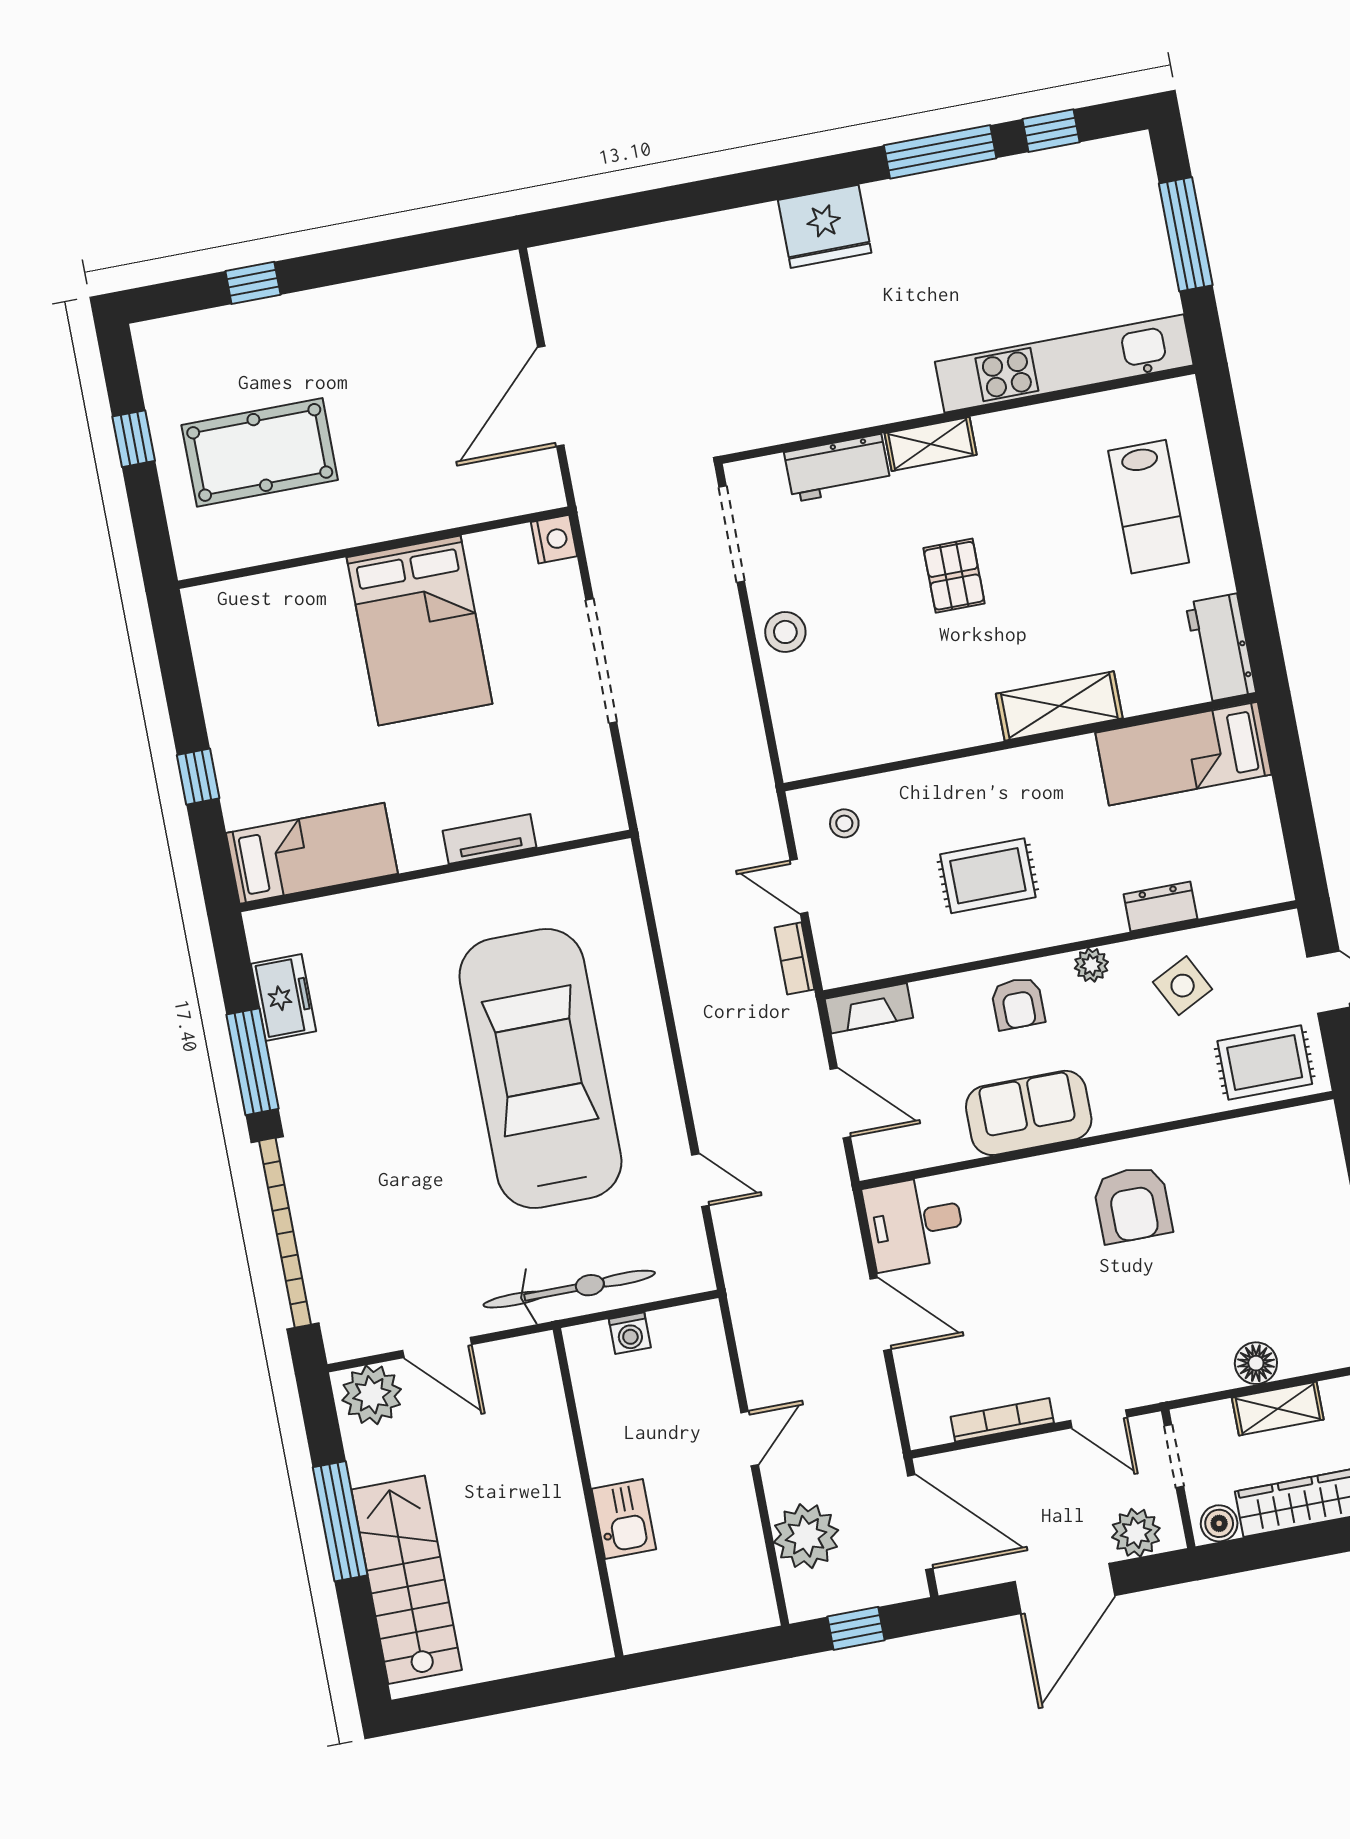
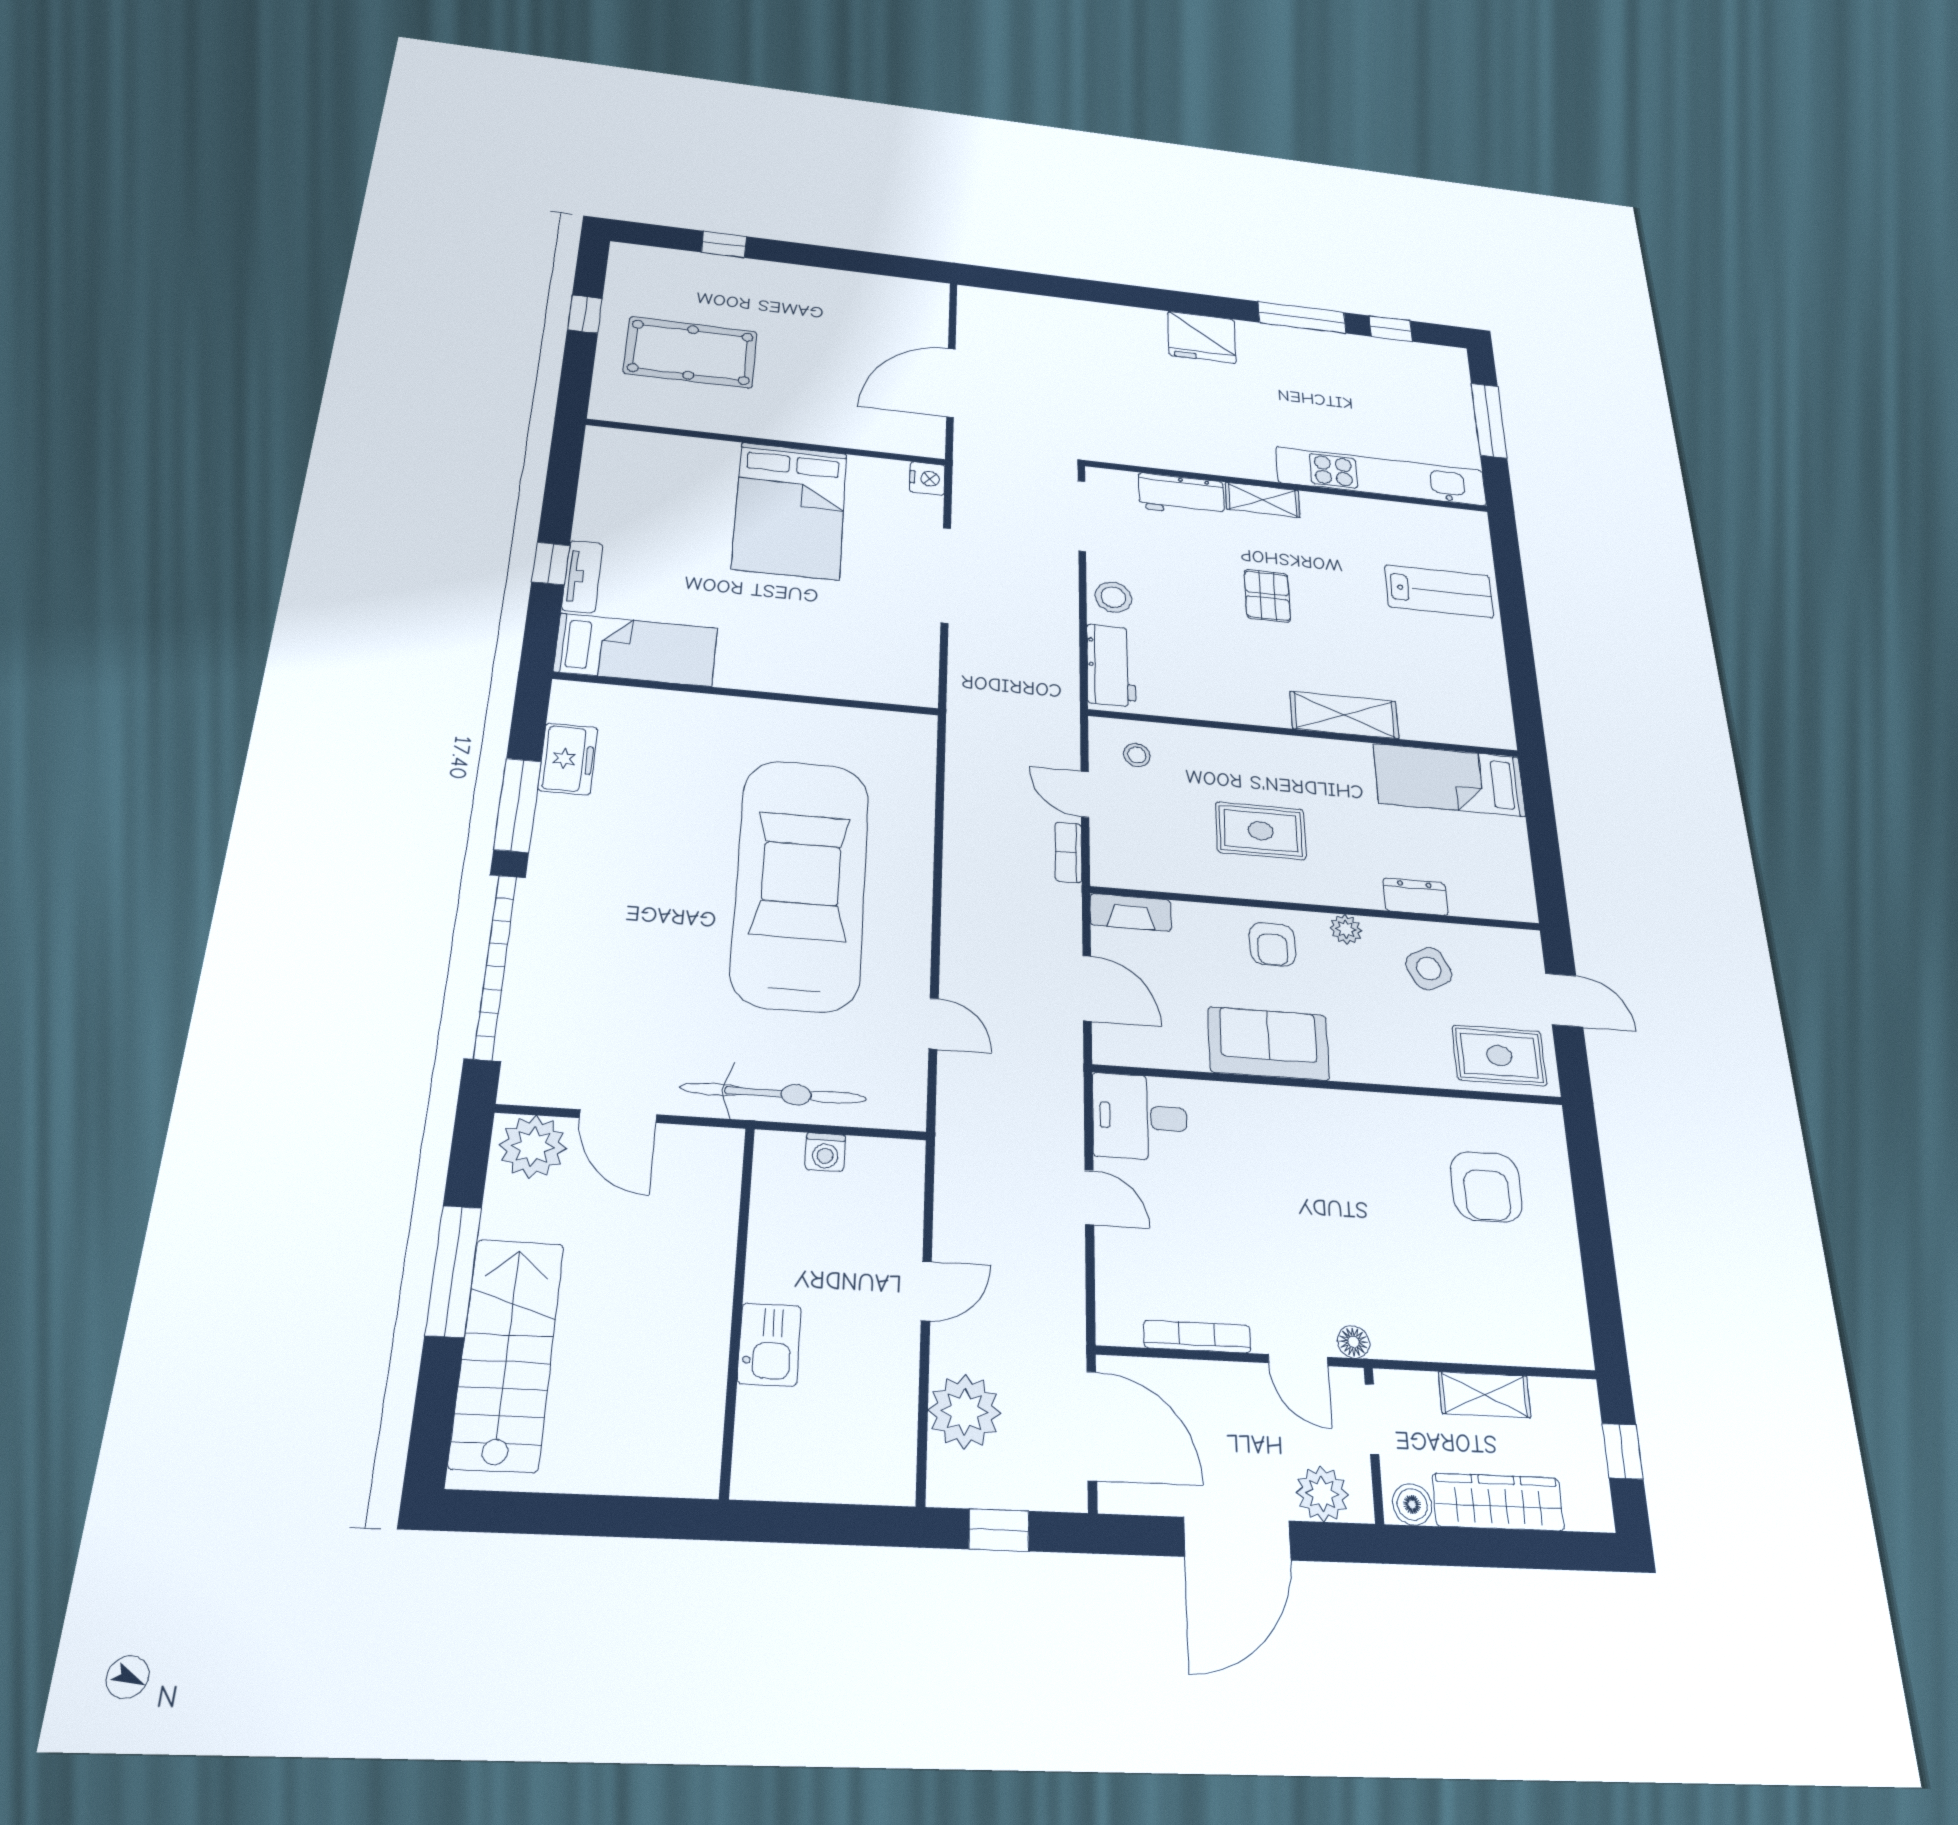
lab bench: (1149, 507) -> (1439, 591), turned -90
workbench: (1221, 648) -> (1111, 665), moved, turned 180
tv unit: (489, 839) -> (582, 577), moved, turned 90
armchair: (1133, 1204) -> (1486, 1187), moved
door: (881, 1314) -> (1089, 1197), width x0.73
floor lamp: (1256, 1363) -> (1353, 1342), moved, width x0.73, depth x0.73

